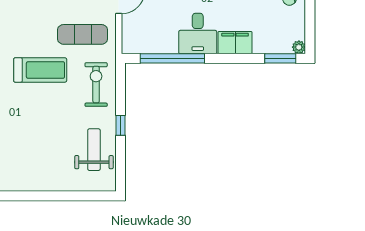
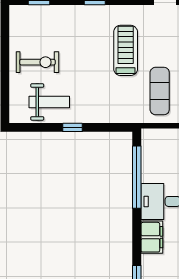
treadmill: (40, 70) -> (126, 50), turned 180
exercise bike: (96, 85) -> (38, 62), moved

